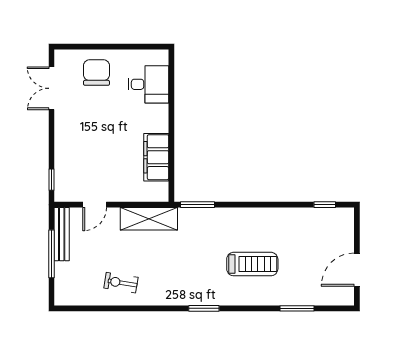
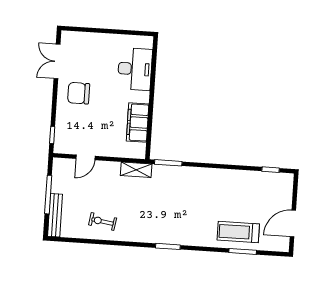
chair: (96, 72) -> (79, 93), moved, turned -90
desk: (148, 84) -> (135, 69), width x1.37
shelving: (149, 219) -> (136, 170), width x0.67, depth x0.75
bench: (62, 234) -> (55, 215), moved
treadmill: (252, 264) -> (238, 232), moved, turned 180

